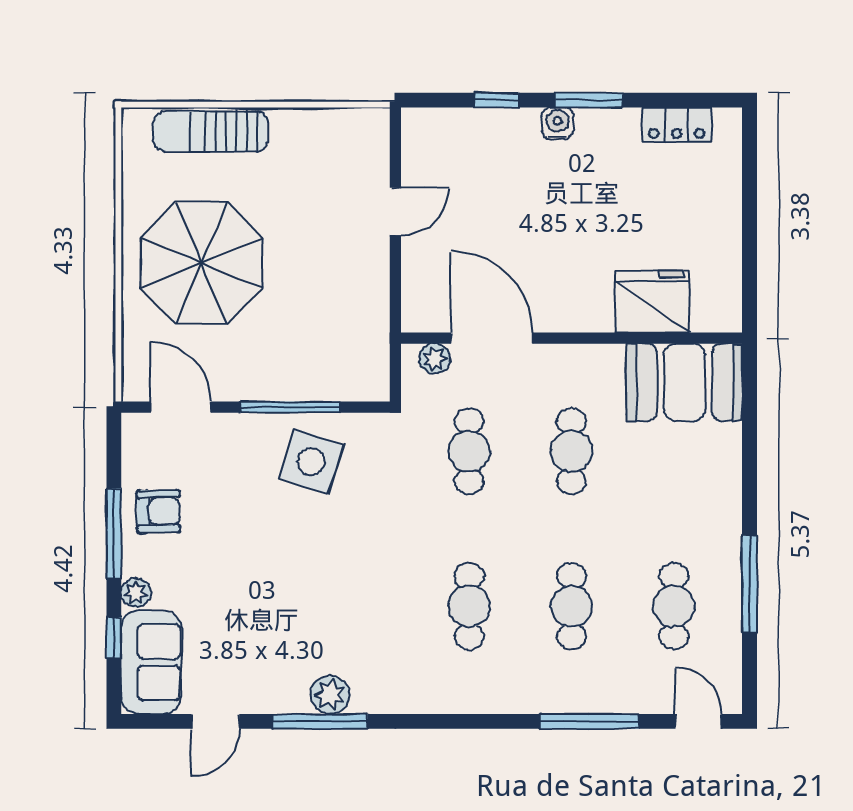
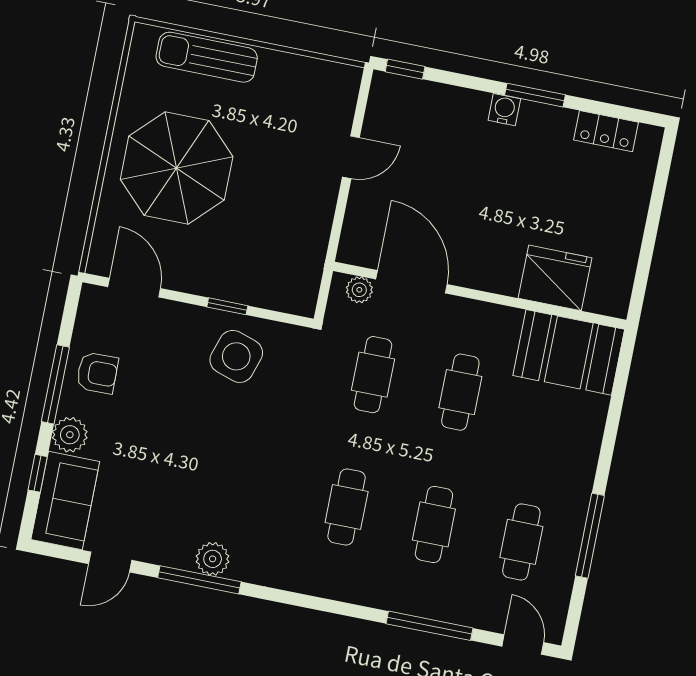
window: (496, 100) -> (405, 69), moved
window: (290, 407) -> (227, 306), width x0.46
plant: (136, 593) -> (70, 435), width x1.38, depth x1.38

